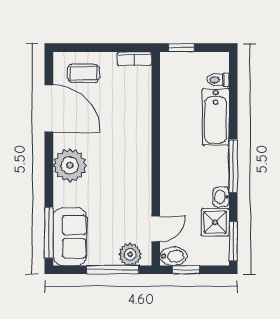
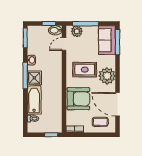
armchair: (127, 120) -> (78, 99), added
rug: (114, 178) -> (85, 70), added
shower: (215, 222) -> (34, 78), moved

